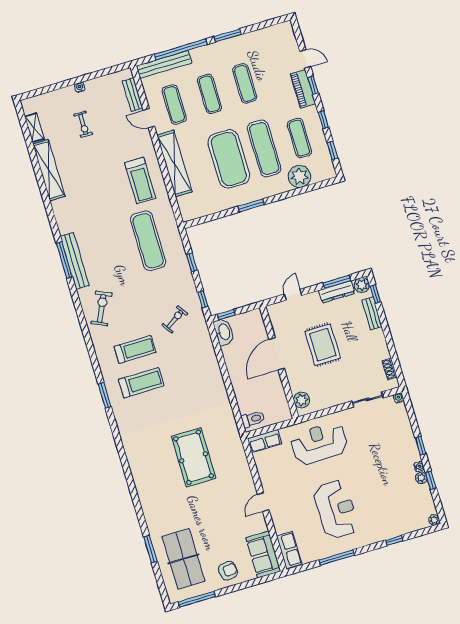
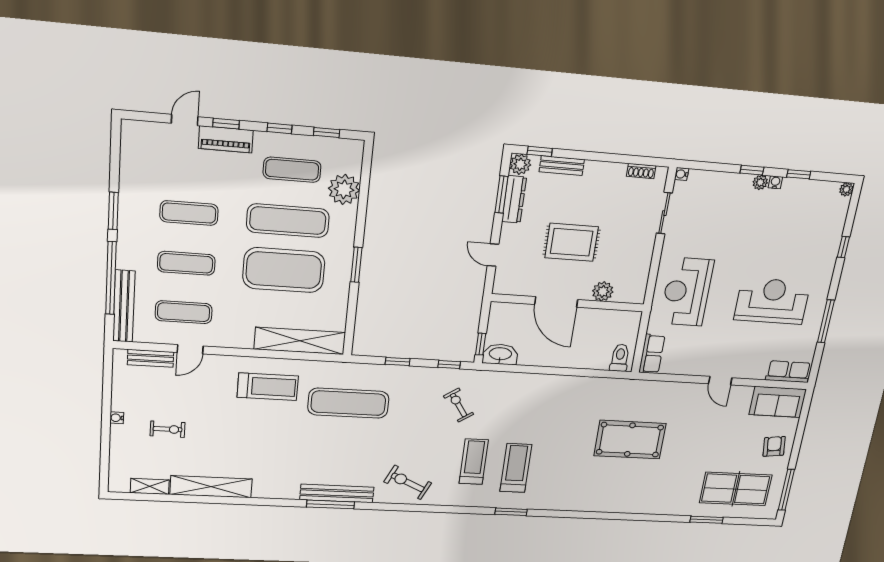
shelving: (174, 163) -> (300, 341), moved
plant: (302, 400) -> (603, 291), moved
plant: (421, 478) -> (760, 182), moved

